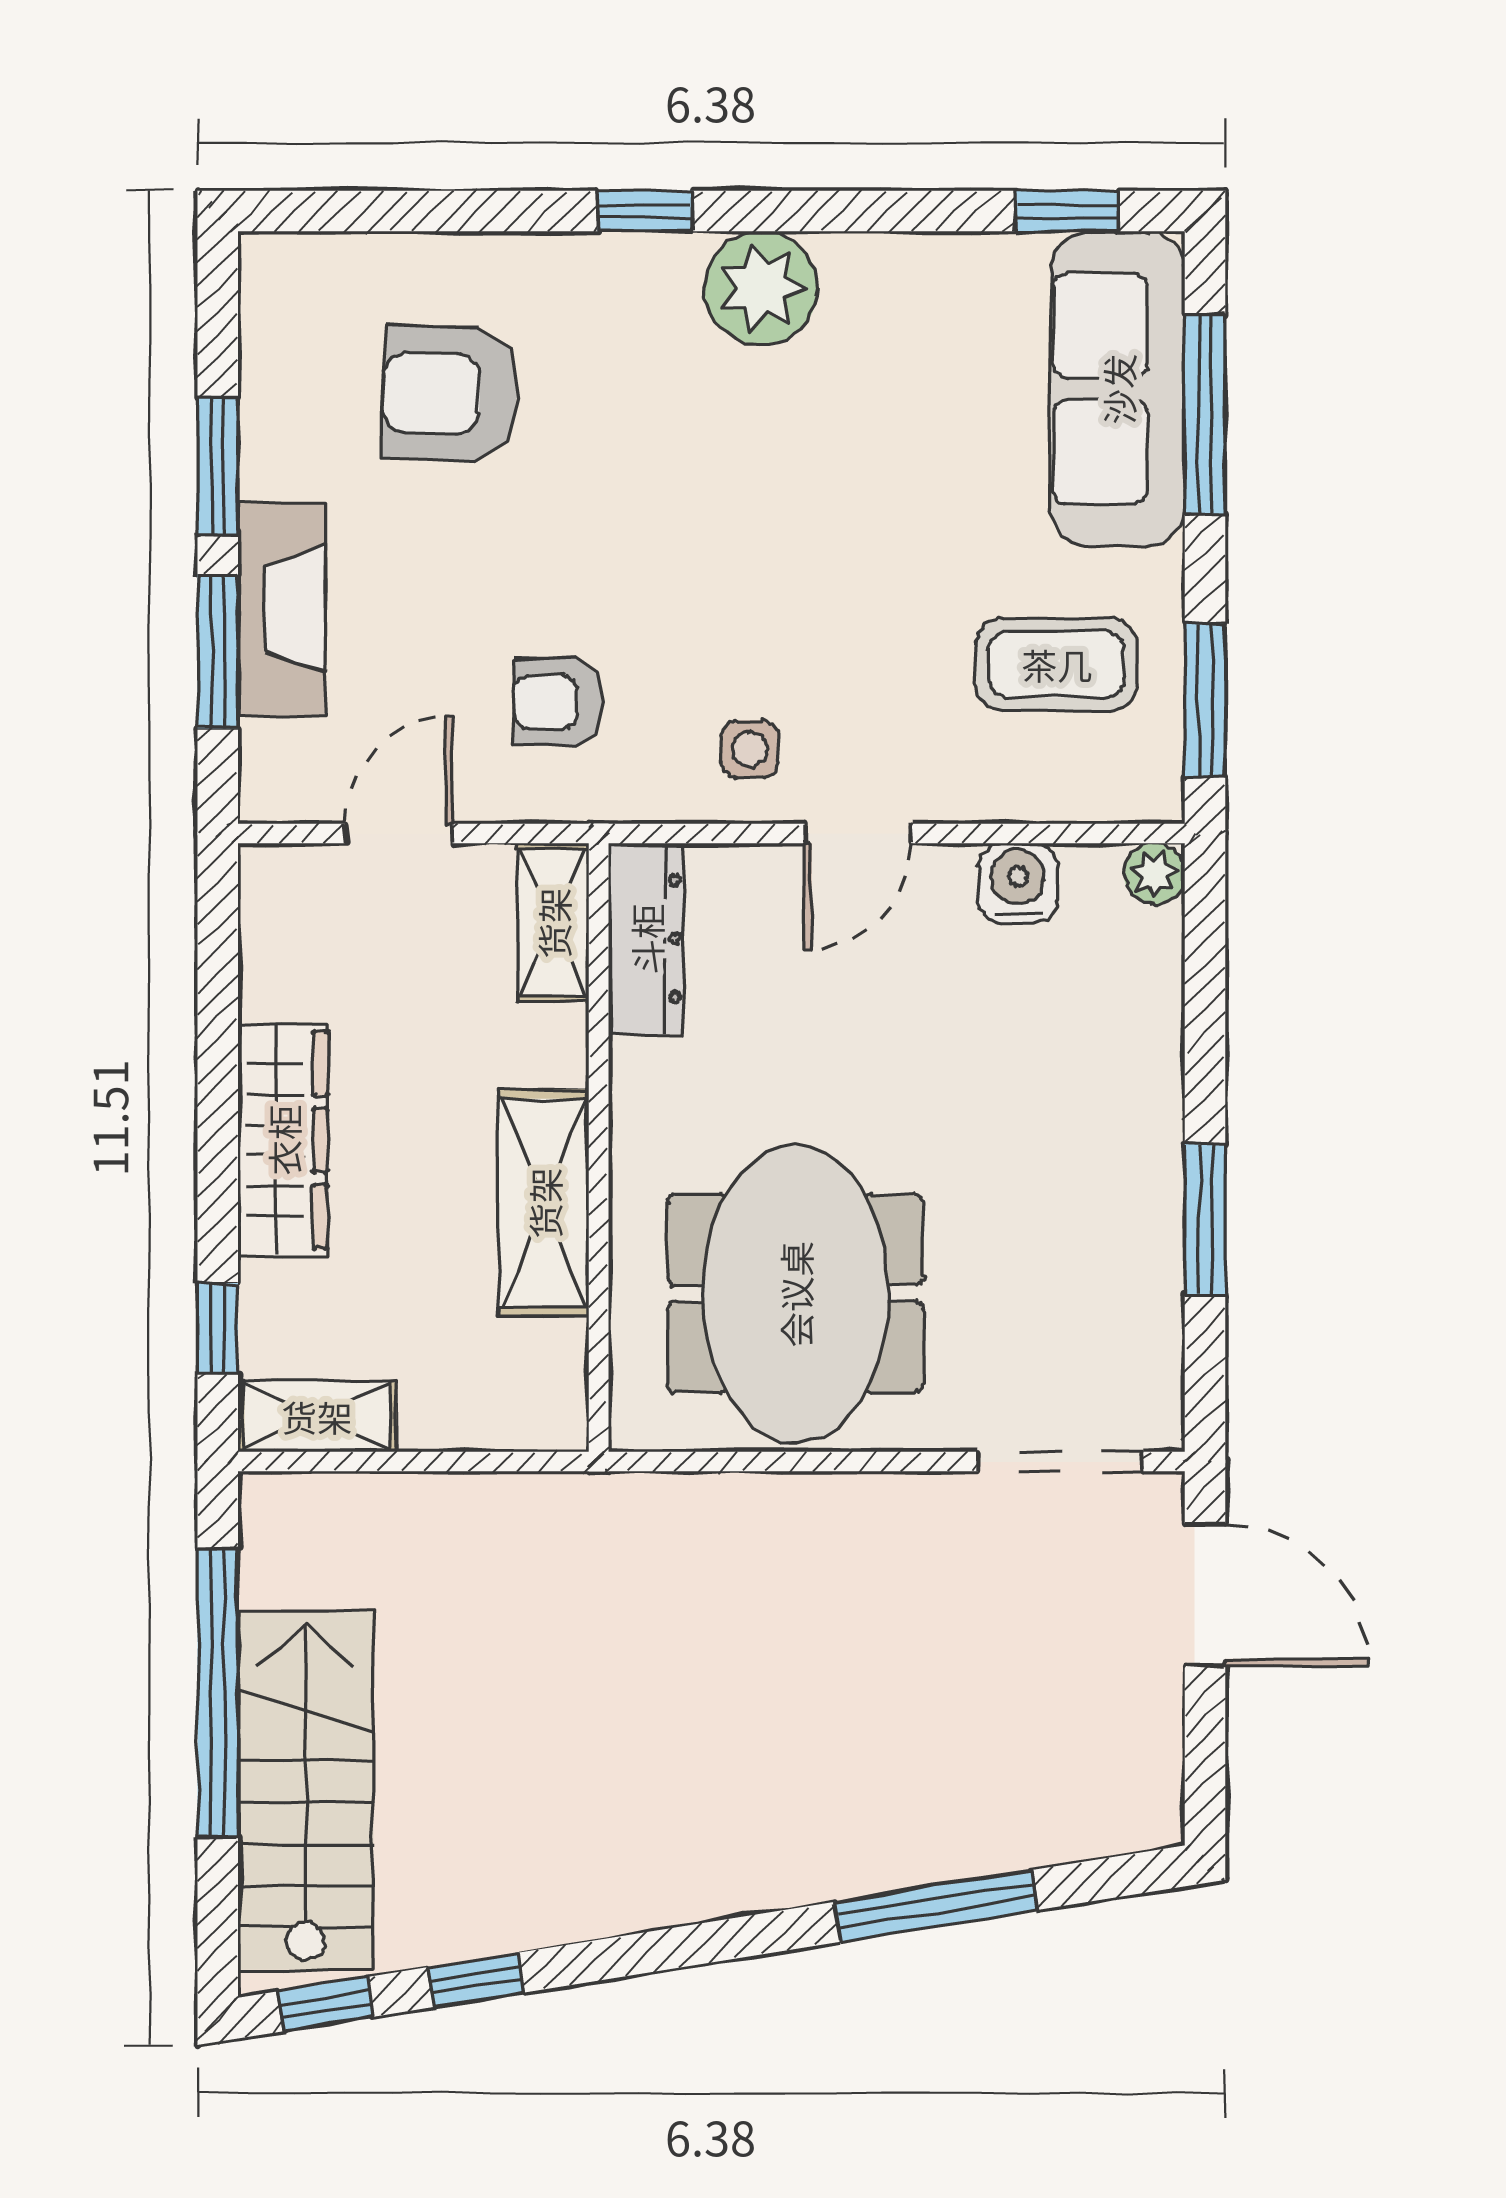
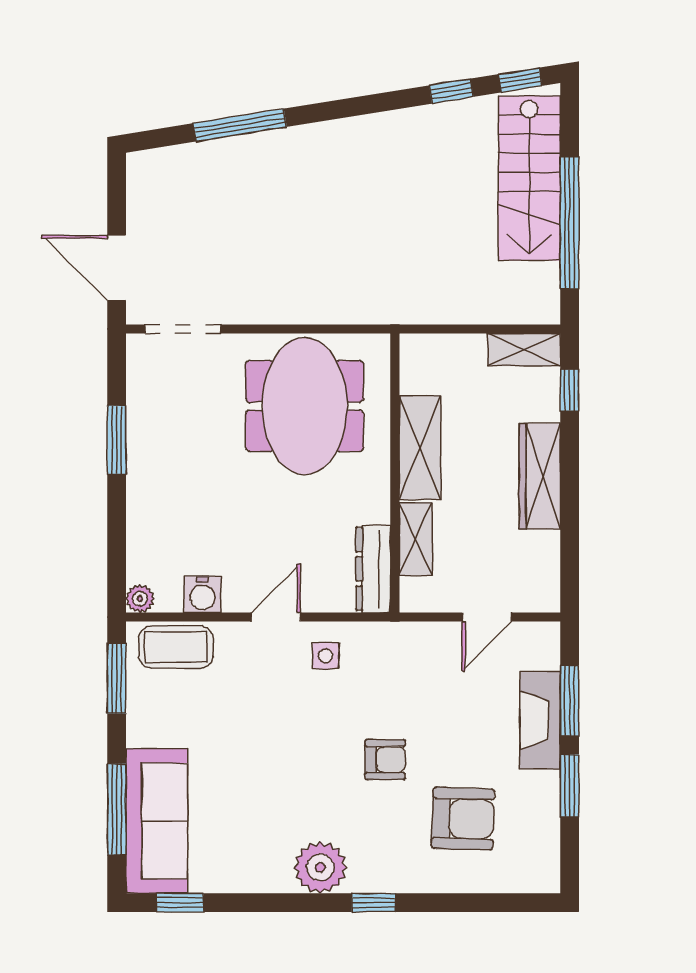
coffee table: (1057, 664) -> (176, 647), moved
armchair: (558, 702) -> (385, 760), moved
shelving: (553, 923) -> (416, 539), moved

